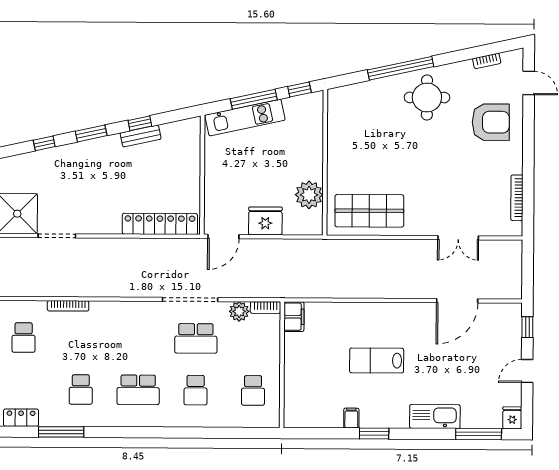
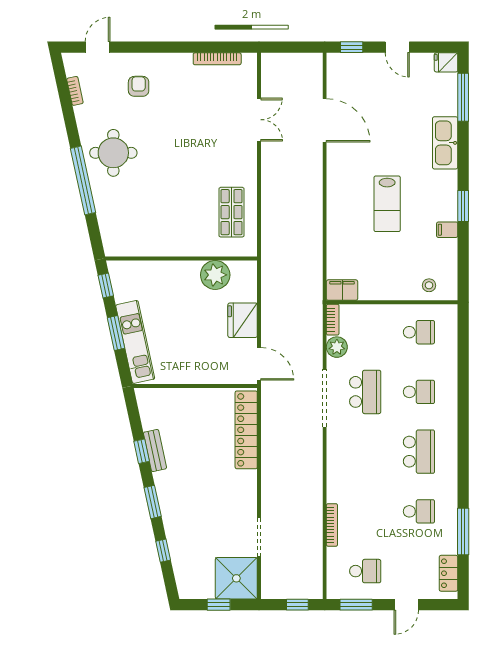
window: (254, 99) -> (116, 333), width x0.69
armchair: (491, 122) -> (139, 86), width x0.53, depth x0.53
shop shelf: (369, 211) -> (232, 212), width x0.70, depth x0.74
stool: (298, 400) -> (429, 285), added

